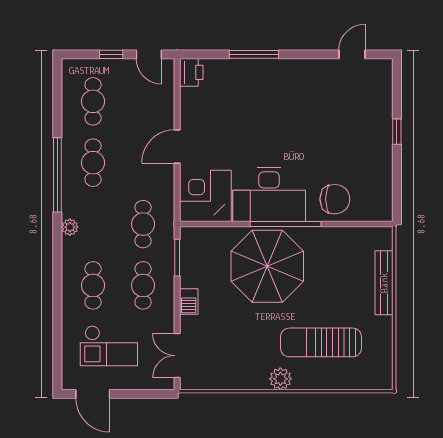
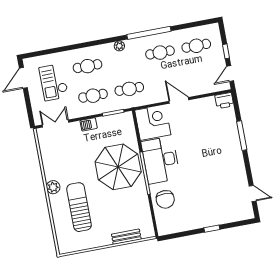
bench: (384, 283) -> (126, 237), width x0.73

